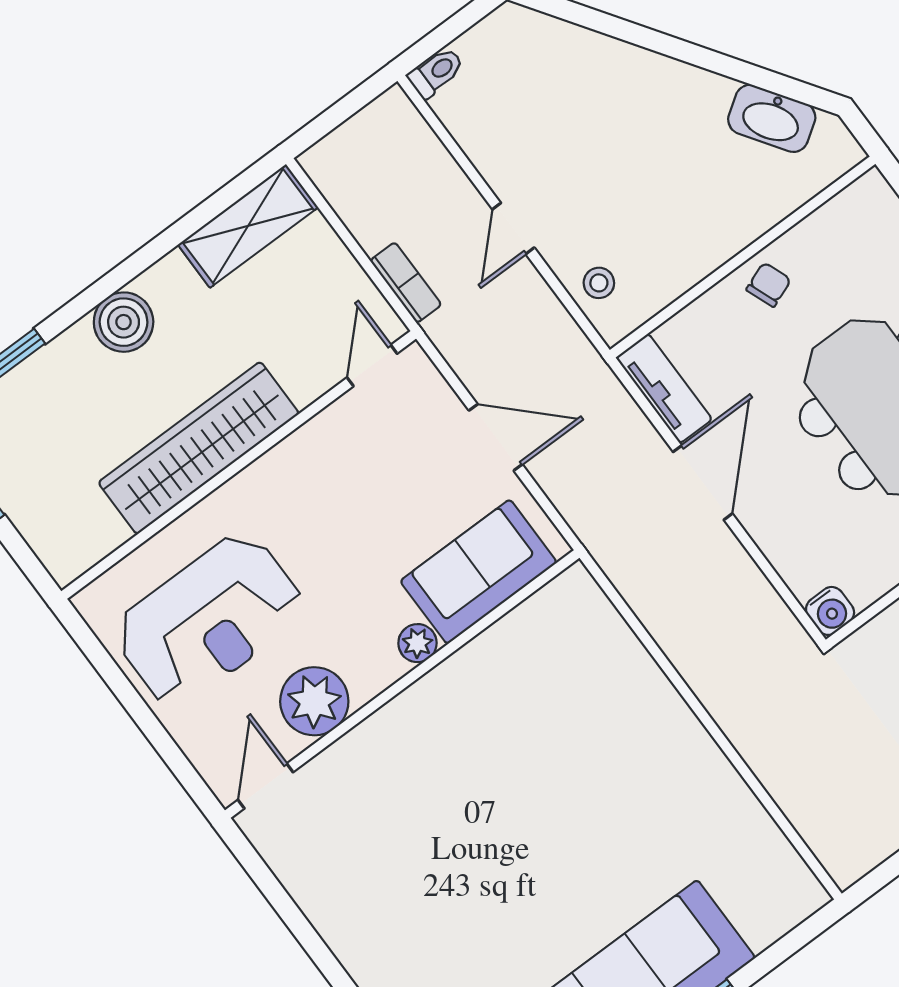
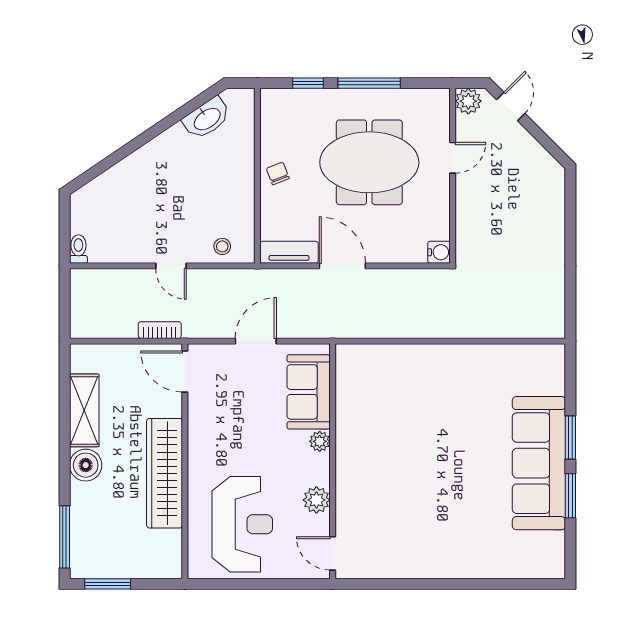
shelving: (248, 226) -> (84, 410), moved
door: (372, 366) -> (185, 371), width x1.37
plant: (314, 701) -> (316, 500), width x0.73, depth x0.73

